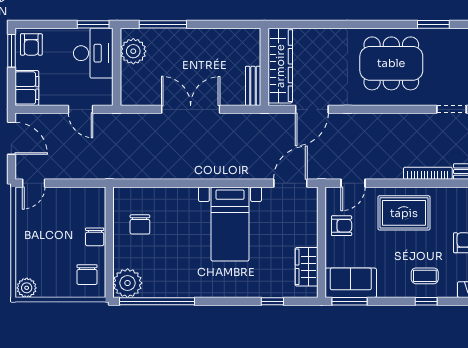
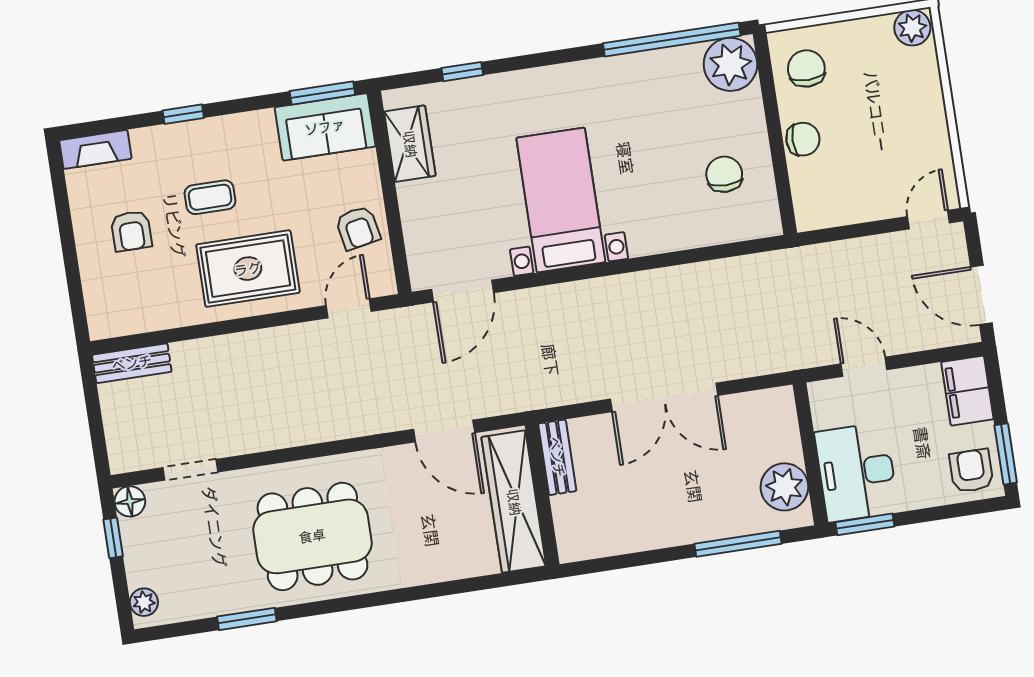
door: (312, 109) -> (444, 431), swing flipped
bookcase: (428, 173) -> (216, 347), removed
armchair: (342, 226) -> (358, 228), turned -101
chair: (95, 237) -> (803, 139), turned 90
coffee table: (425, 276) -> (210, 197), moved

